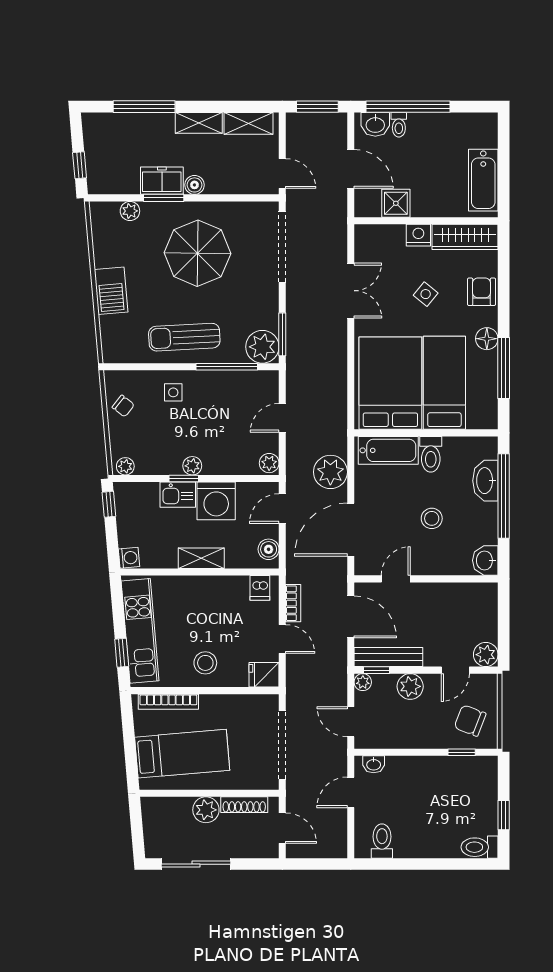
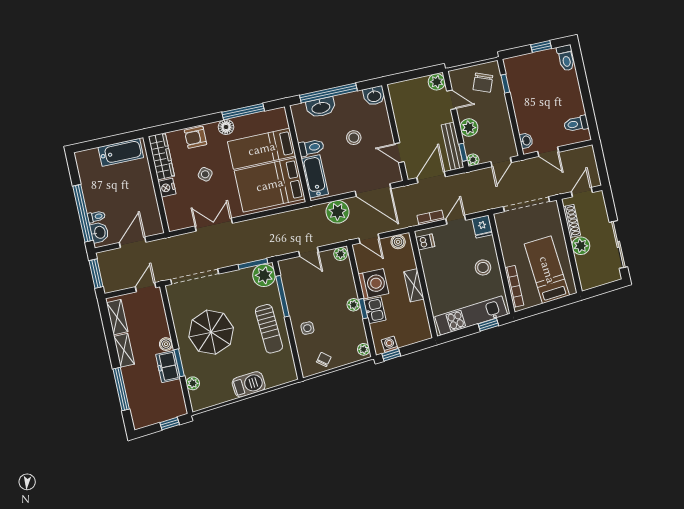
shower: (396, 203) -> (149, 207), removed
washing machine: (129, 558) -> (390, 344), moved

